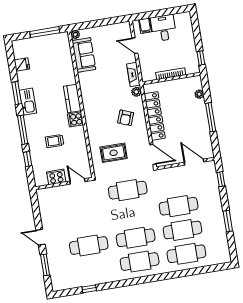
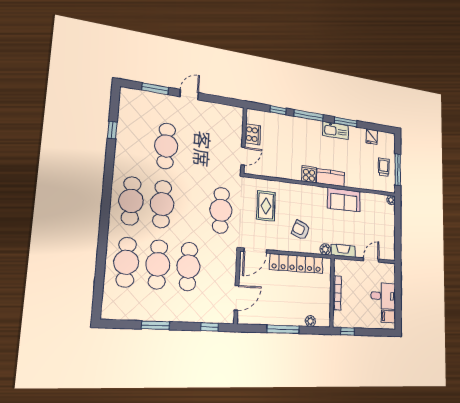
filing cabinet: (145, 26) -> (388, 316), moved
sofa: (84, 55) -> (344, 200), moved
trolley: (55, 141) -> (384, 167), moved

